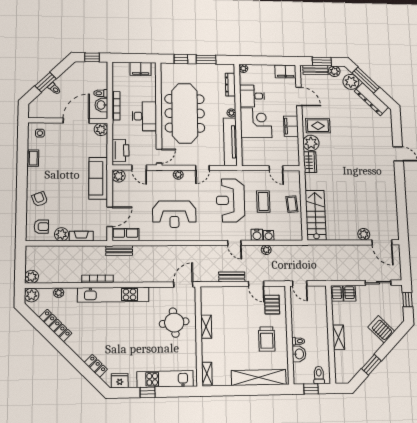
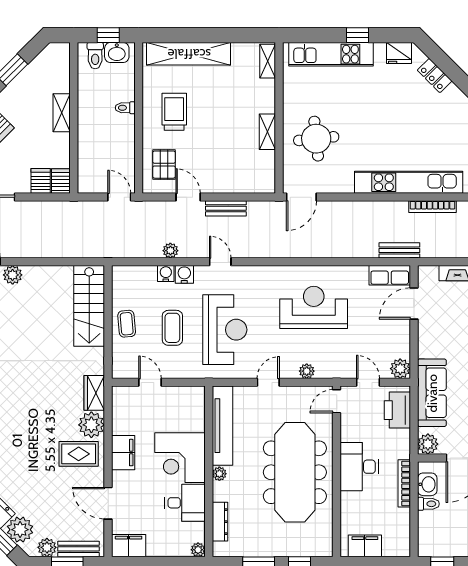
sofa: (98, 178) -> (432, 393), moved
washbasin: (299, 354) -> (117, 53), moved, turned -90

